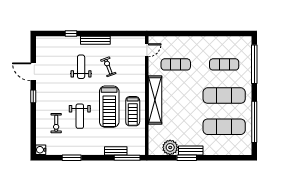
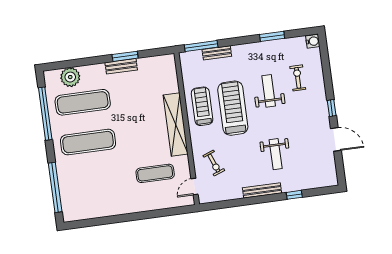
exercise mat: (224, 64) -> (93, 182), removed
exercise bike: (108, 67) -> (214, 163), moved
plant: (170, 147) -> (70, 77), moved

